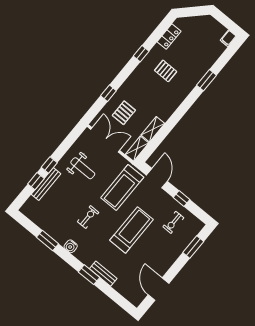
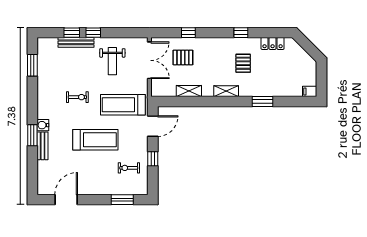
shelving: (137, 149) -> (226, 91), moved
window: (48, 240) -> (32, 65), moved
water cooler: (71, 246) -> (43, 125), moved

